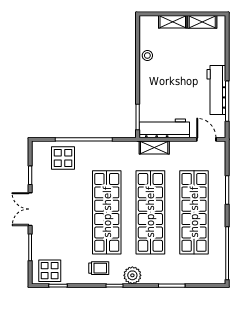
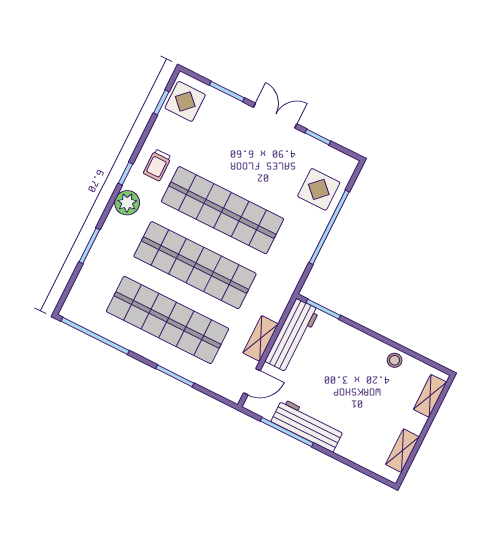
shelving: (173, 22) -> (430, 396), moved
shelving: (154, 148) -> (261, 338), moved

